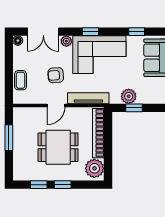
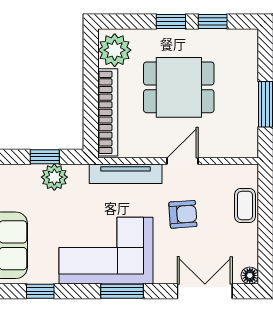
window: (90, 32) -> (122, 291), width x1.50
plant: (66, 41) -> (164, 274), removed

